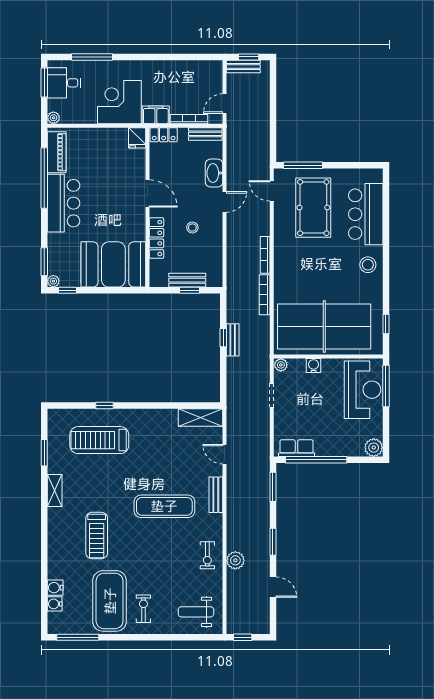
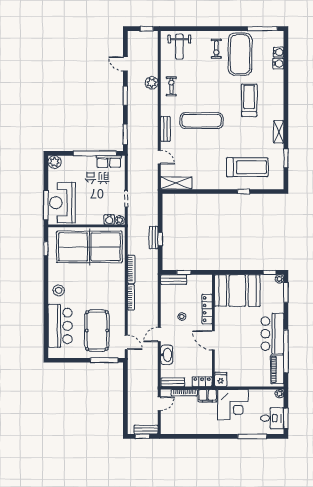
bench: (187, 280) -> (174, 280), moved
water cooler: (314, 366) -> (109, 220), moved
weight bench: (196, 612) -> (179, 47), turned 90

